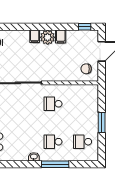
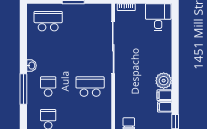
filing cabinet: (35, 36) -> (165, 107), moved
school desk: (53, 104) -> (90, 87), width x1.85

